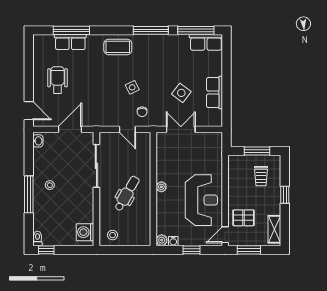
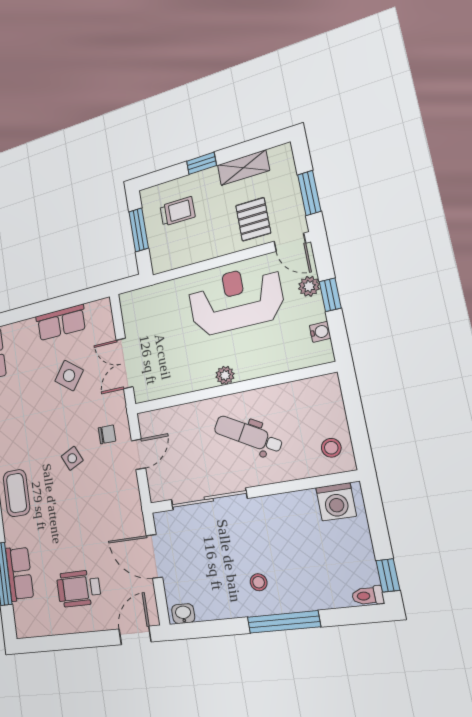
shelving: (274, 229) -> (243, 168), moved
plant: (162, 240) -> (309, 286), moved

